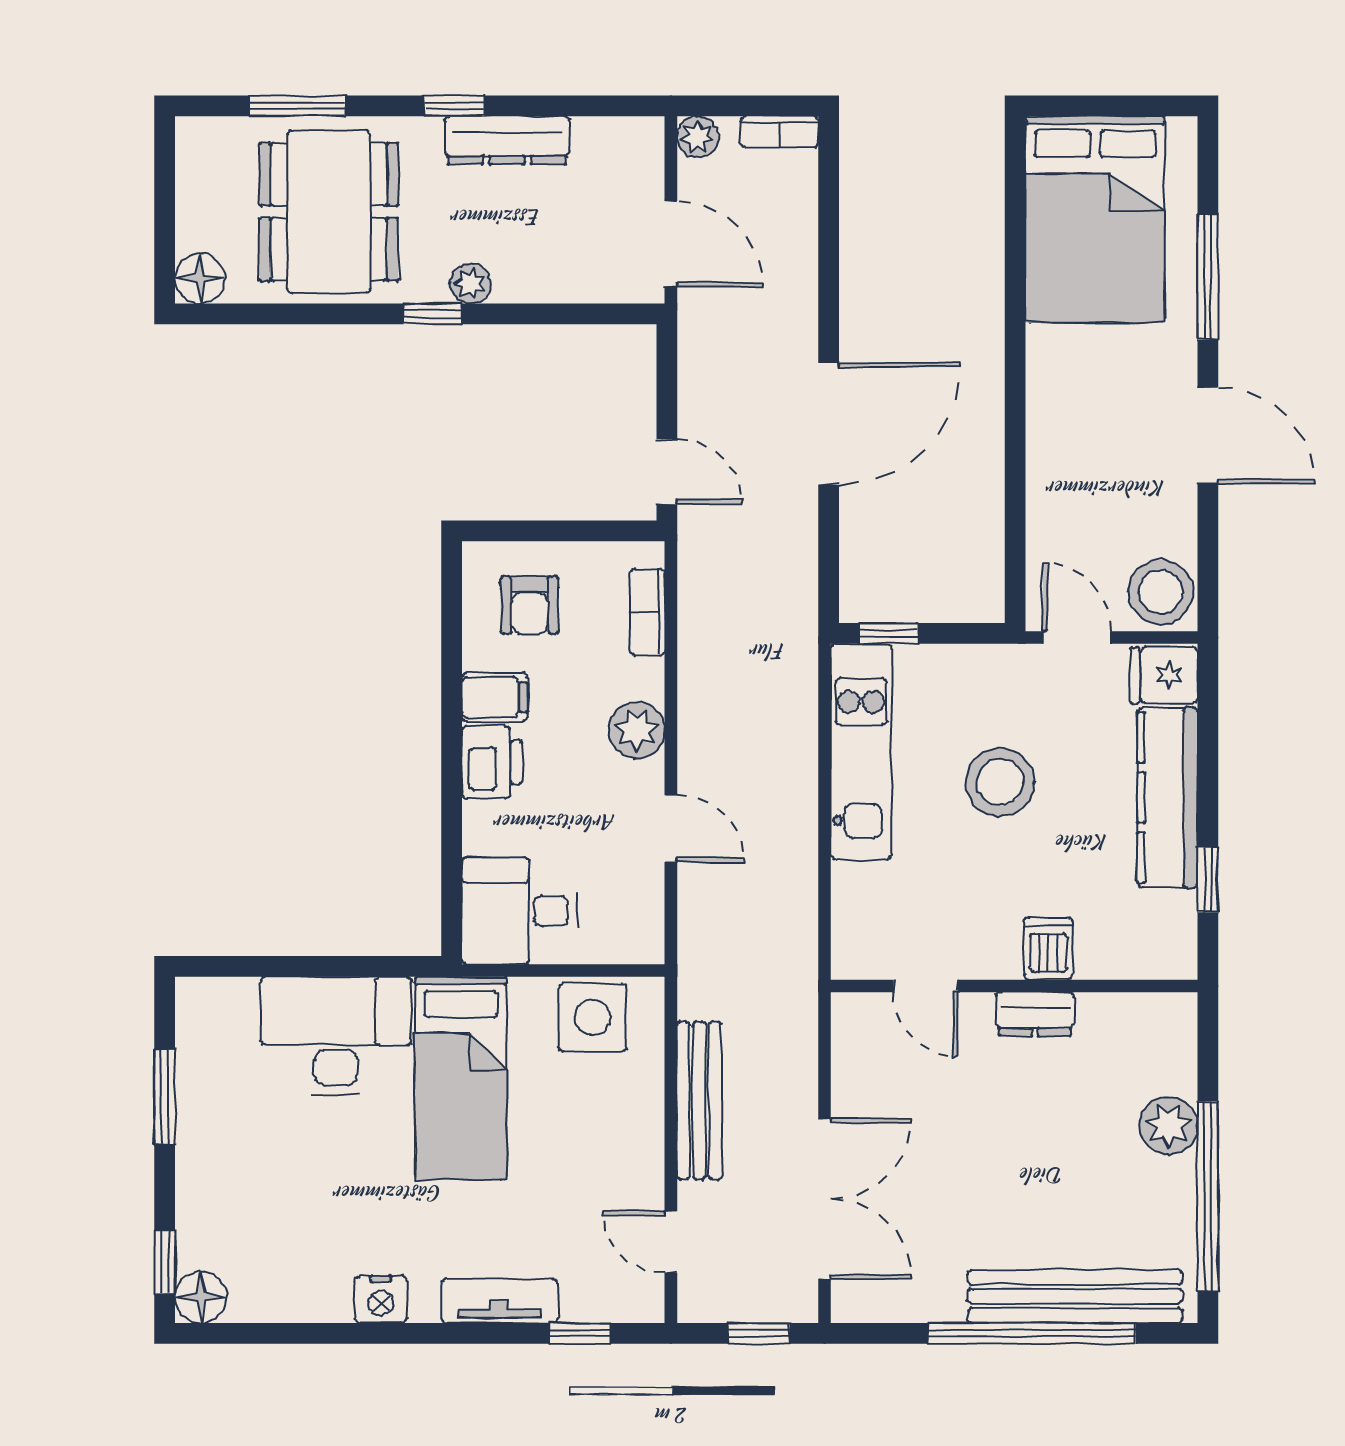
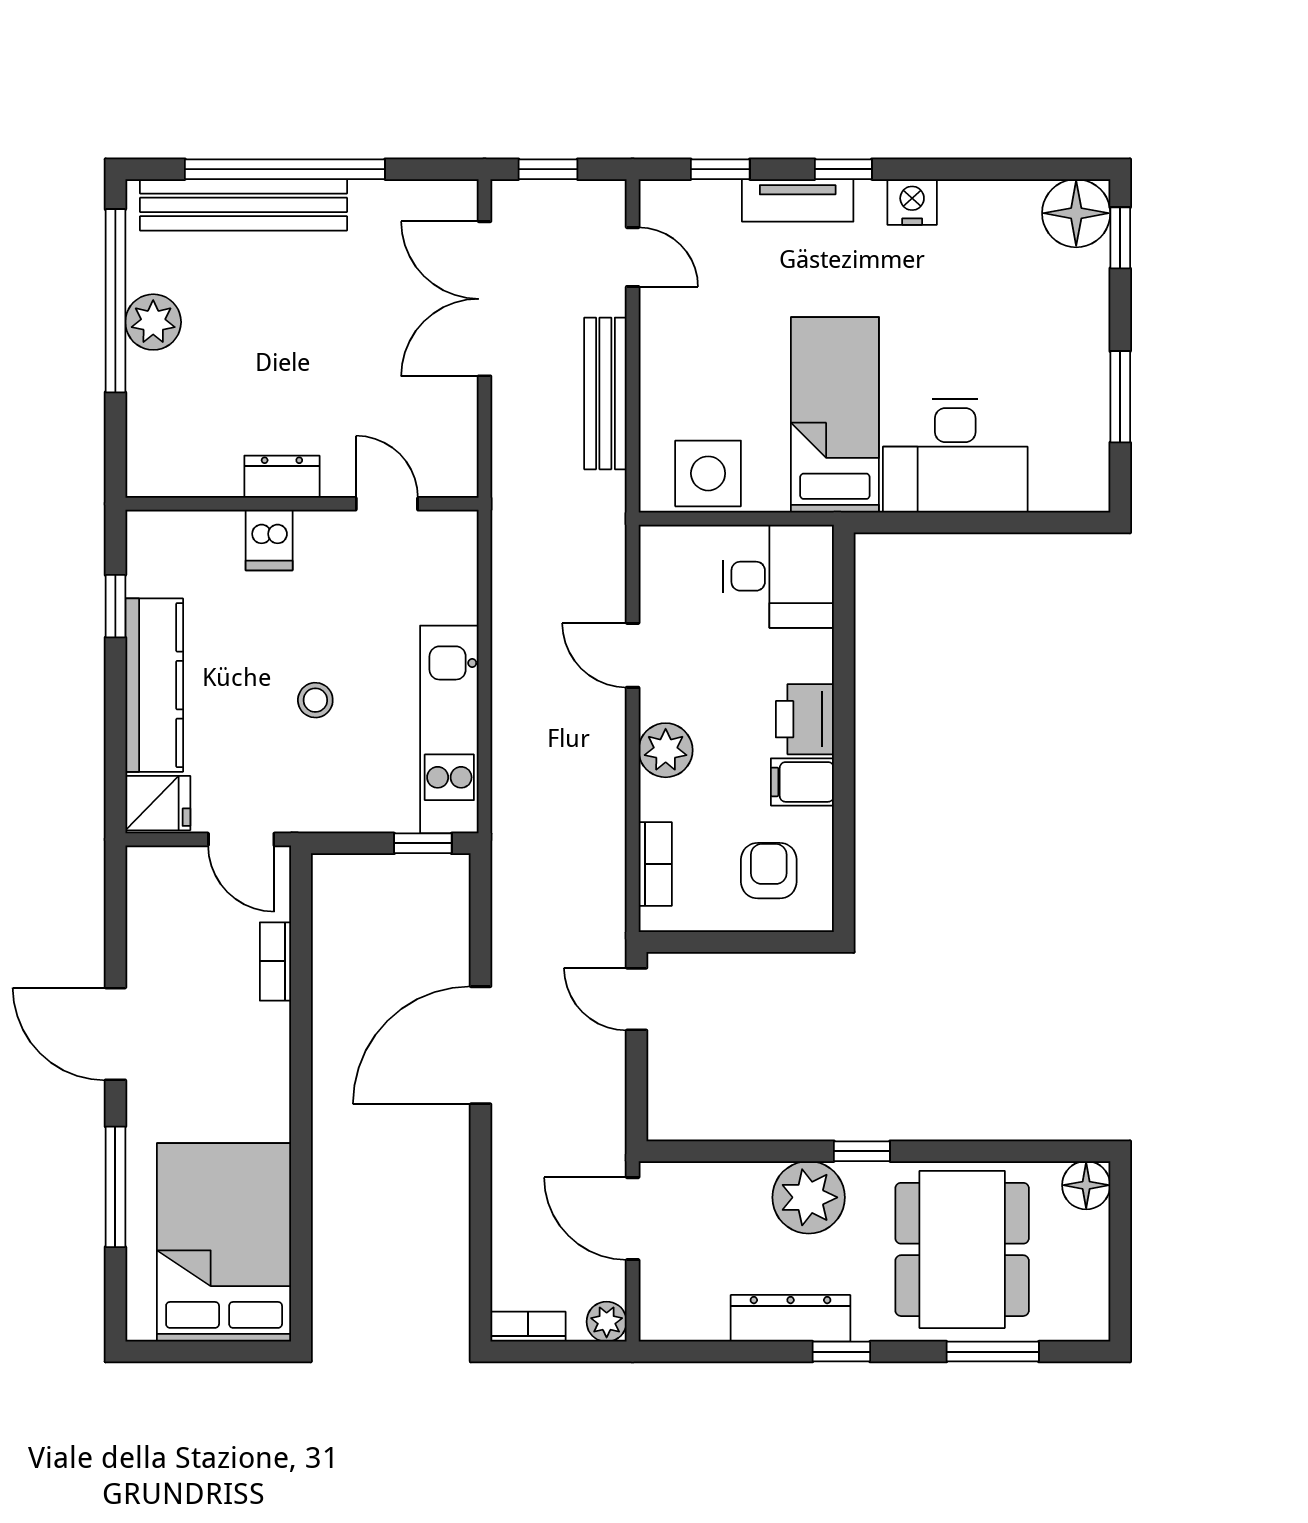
plant: (471, 283) -> (809, 1197), width x1.88, depth x1.88
bookcase: (1042, 511) -> (275, 961), added
stool: (1161, 592) -> (161, 883), removed
stool: (1000, 782) -> (315, 700), width x0.53, depth x0.53
plant: (1169, 1125) -> (153, 322), moved
floor lamp: (201, 1297) -> (1076, 213), width x1.38, depth x1.38
window: (452, 1333) -> (843, 169), added

